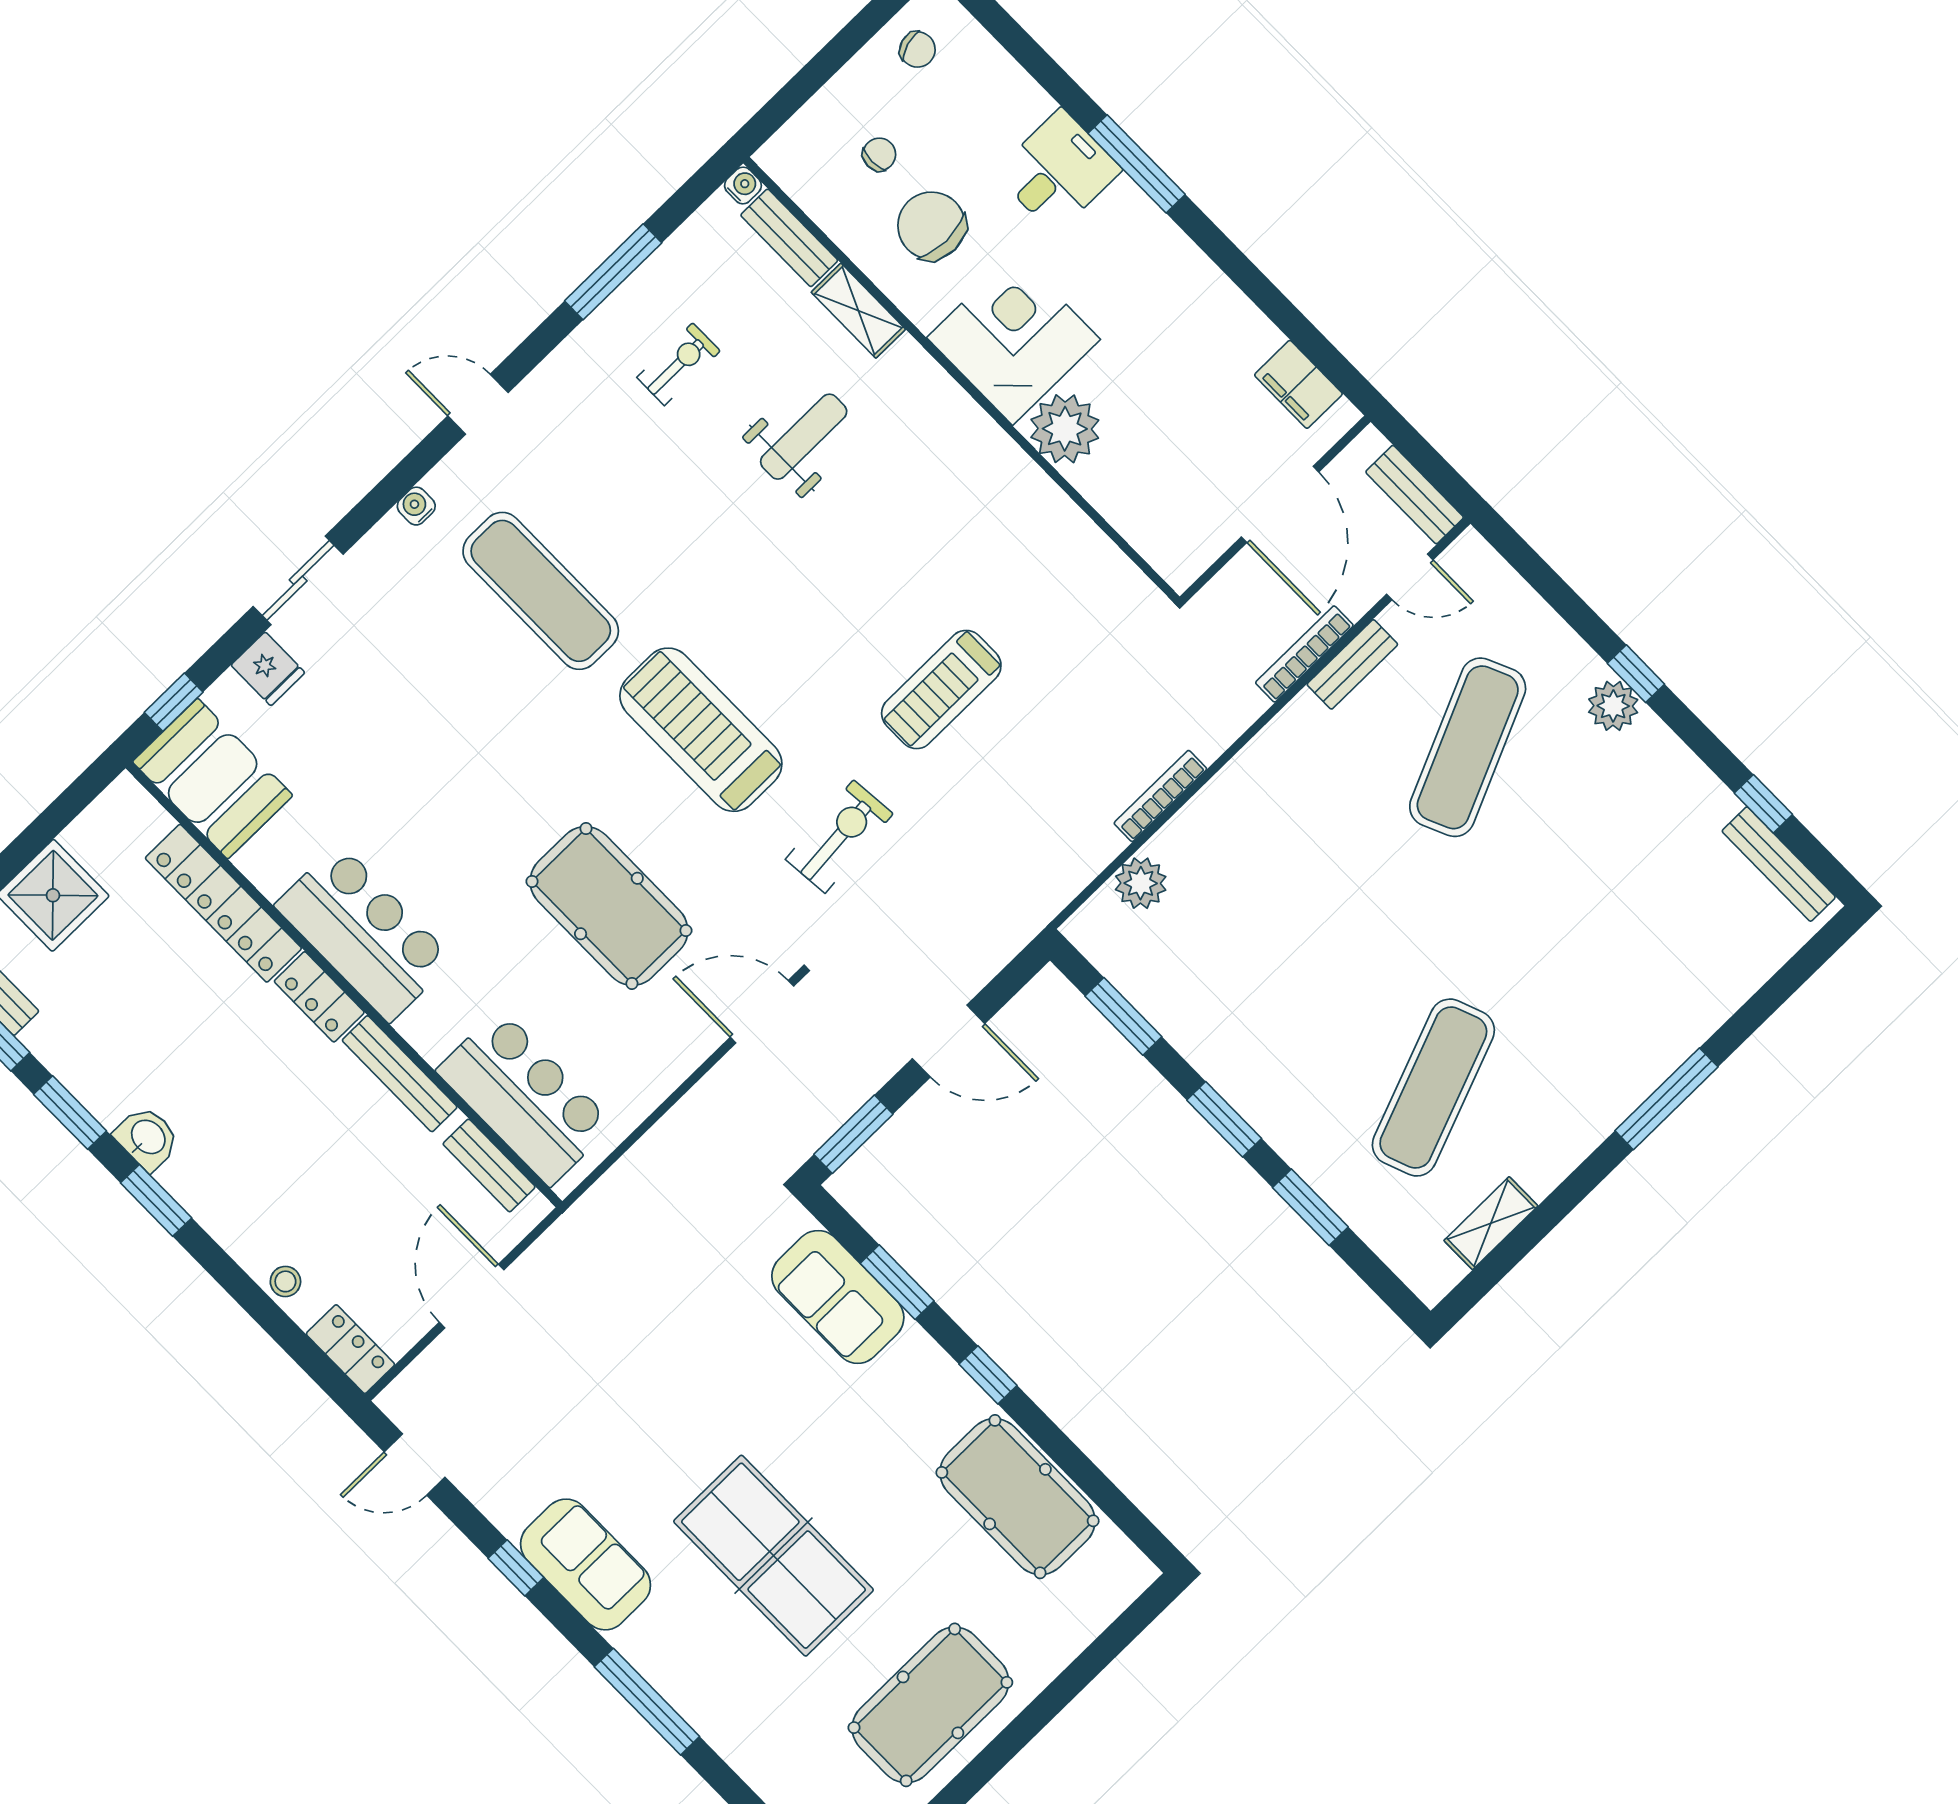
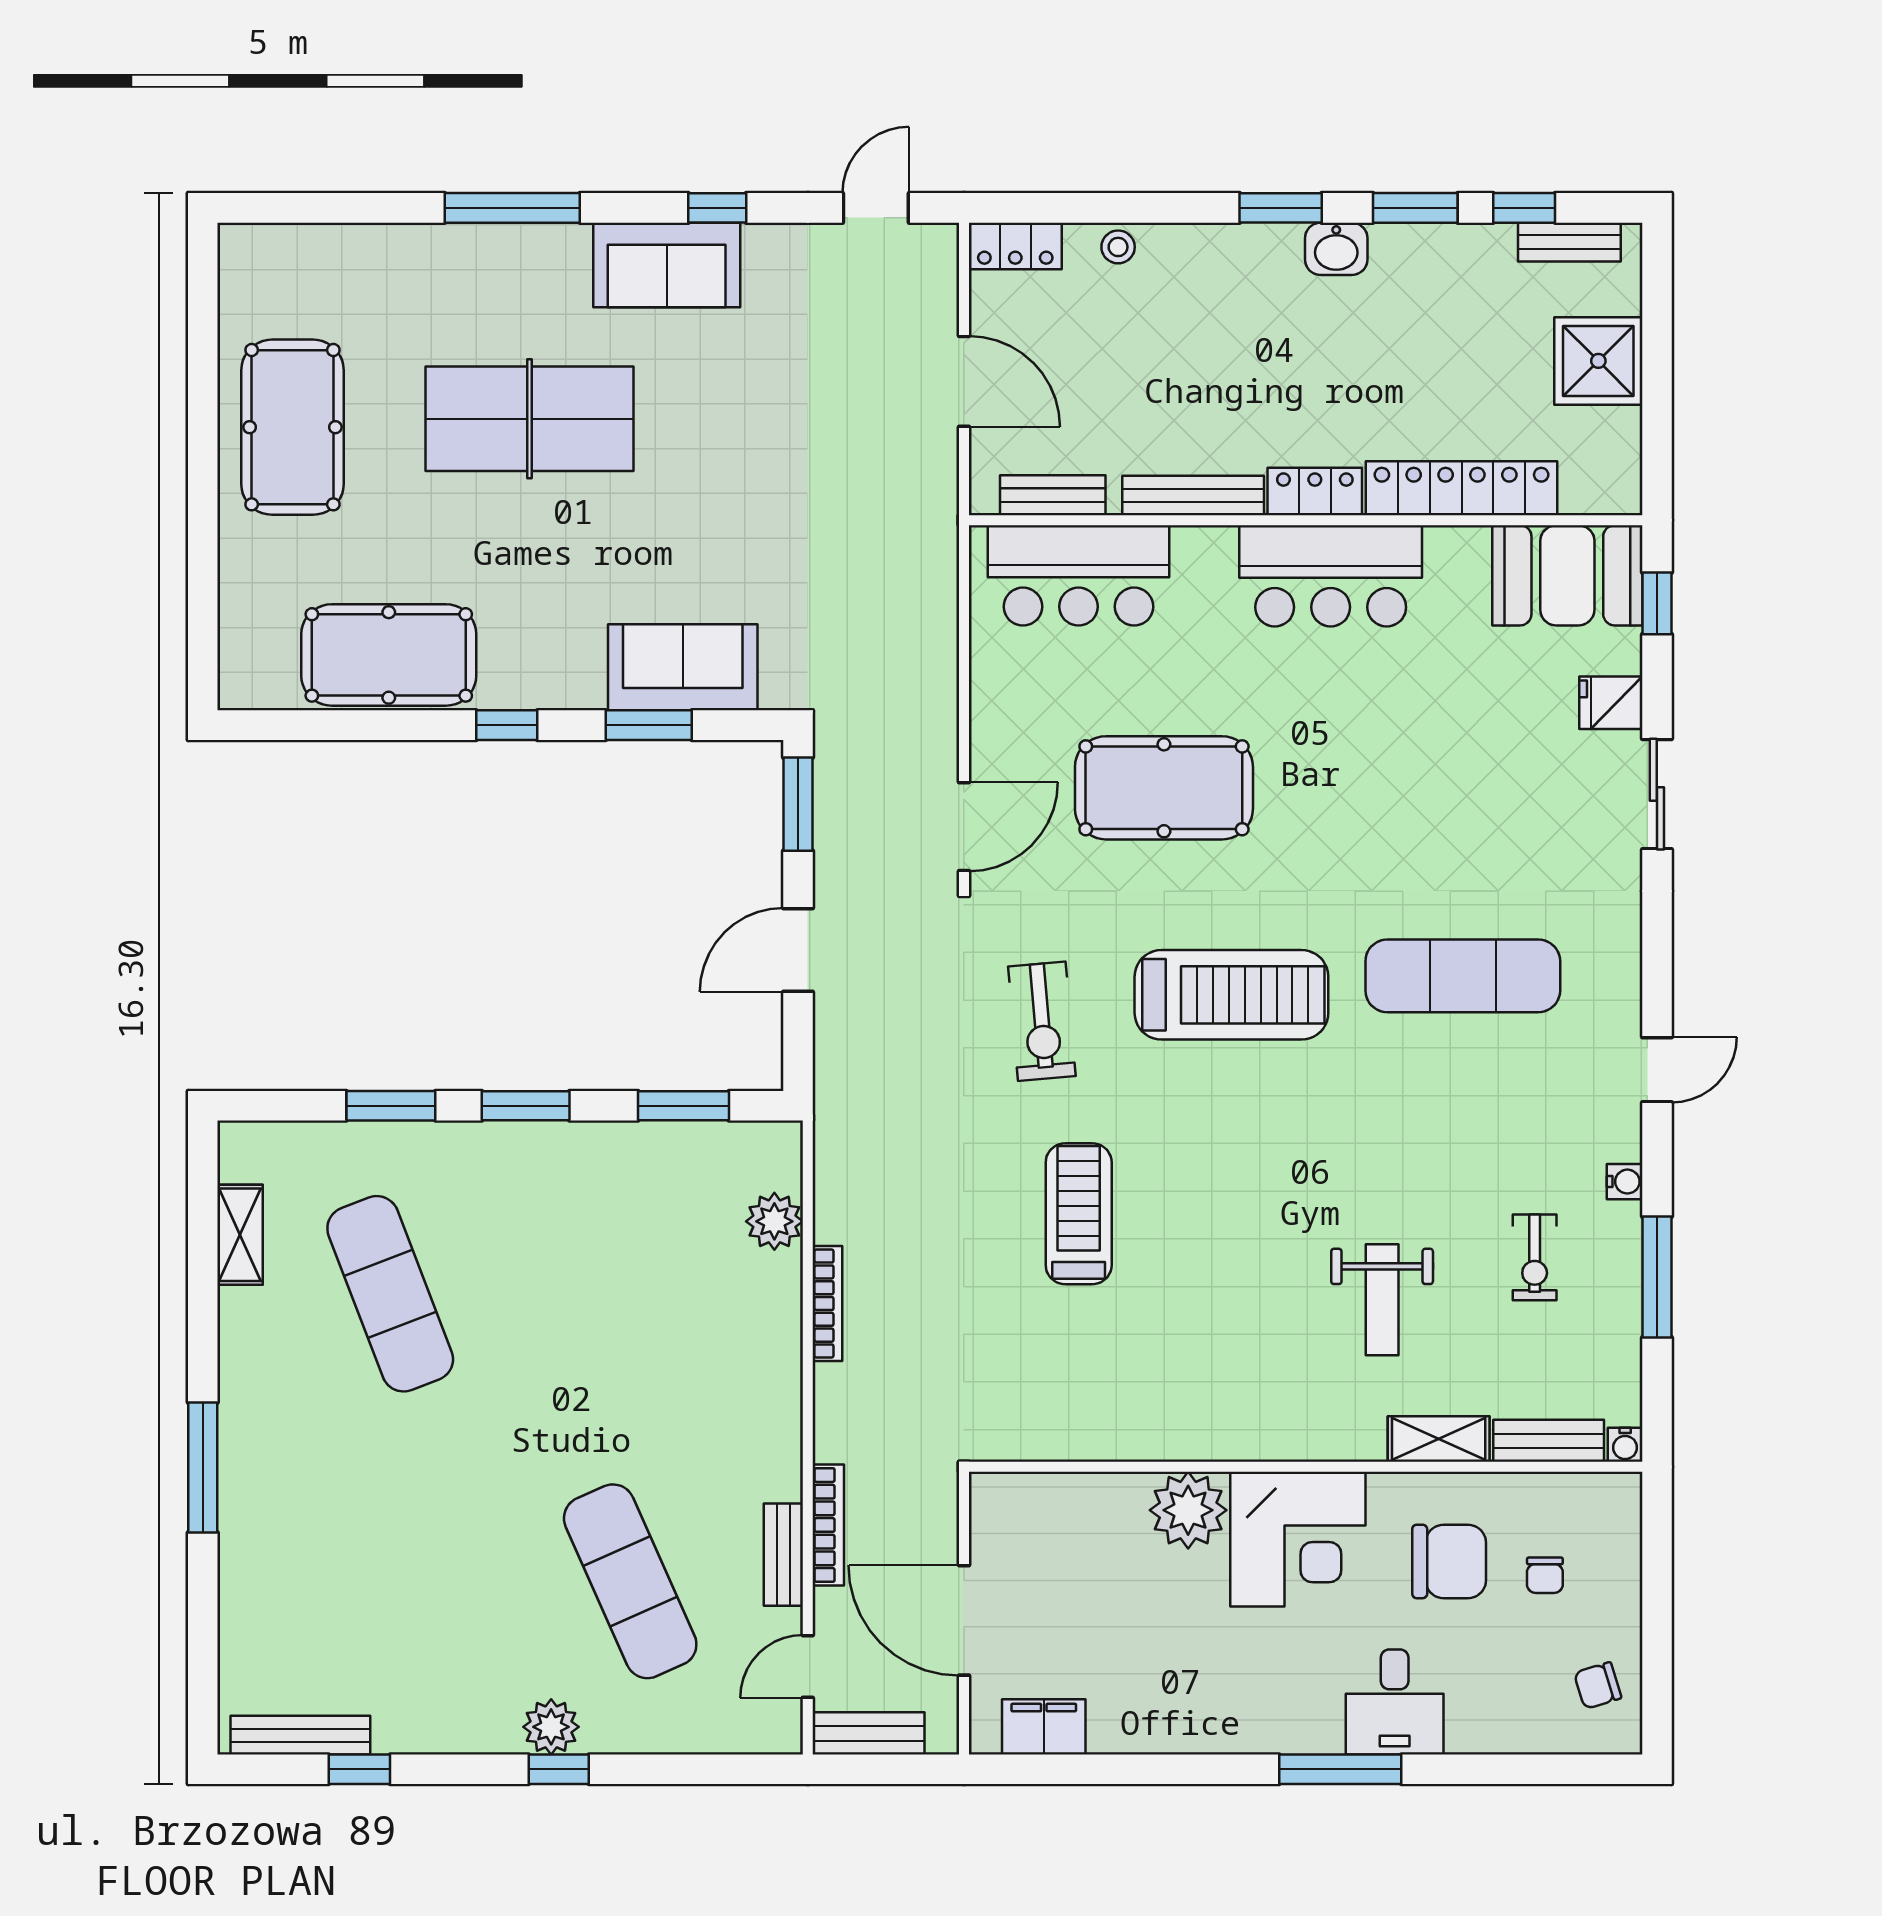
water cooler: (416, 506) -> (1625, 1182), moved

